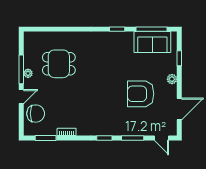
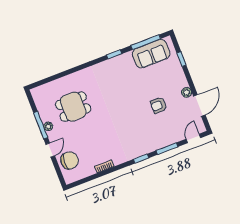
plant: (172, 79) -> (187, 92), moved
armchair: (141, 94) -> (159, 105), width x0.53, depth x0.53
window: (46, 138) -> (87, 179), removed
door: (161, 138) -> (193, 138), swing flipped

